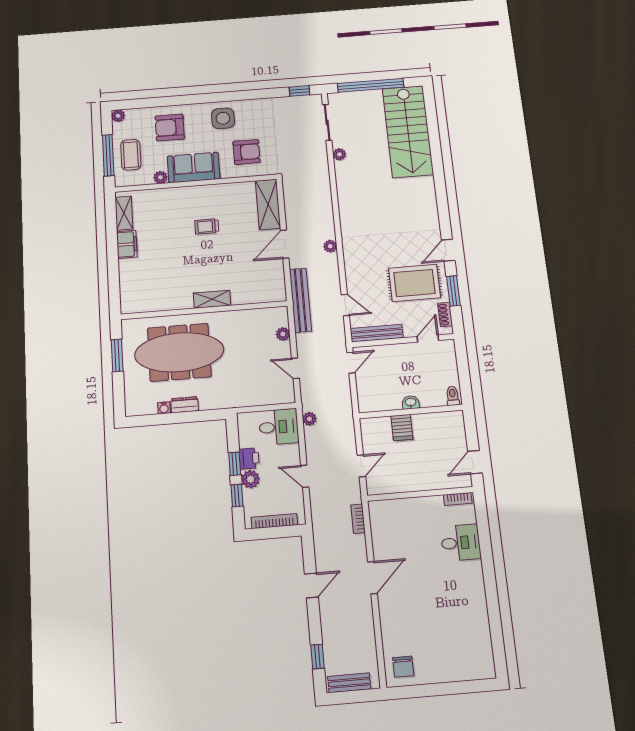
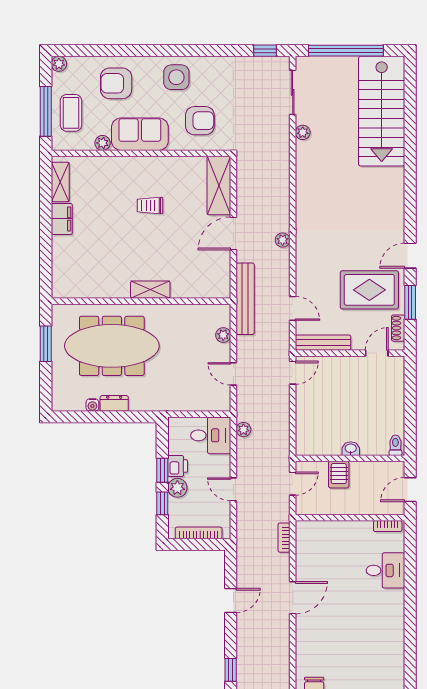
toilet: (453, 396) -> (395, 445), moved
washbasin: (411, 402) -> (351, 449), moved
wall: (411, 412) -> (350, 458), moved
server rack: (402, 428) -> (339, 475), moved

